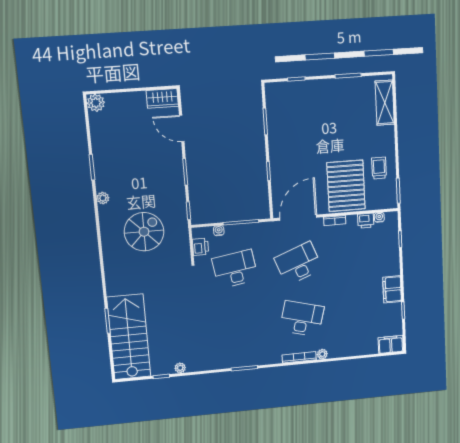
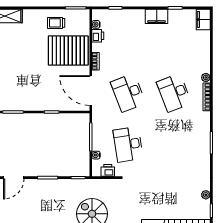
desk: (302, 319) -> (174, 93), turned -36

